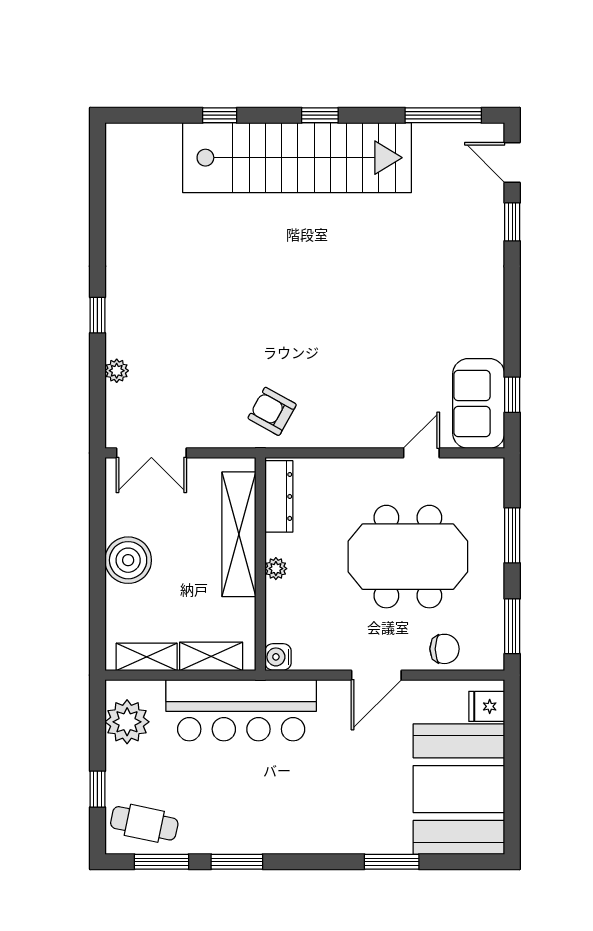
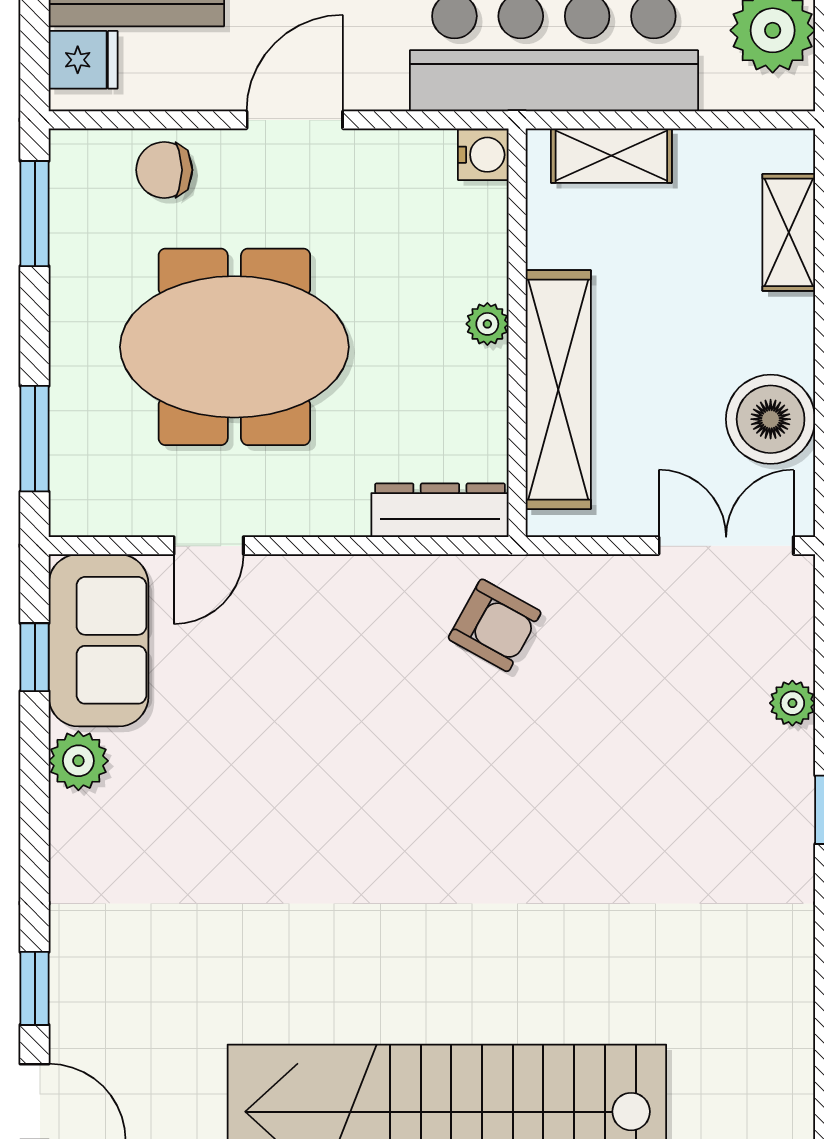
plant: (489, 341) -> (78, 761), added
dresser: (279, 496) -> (440, 510), moved, turned 90
window: (512, 535) -> (35, 439), moved
boiler: (128, 560) -> (771, 419), moved
shelving: (147, 657) -> (789, 232), moved, turned 90

